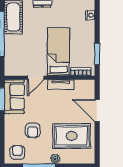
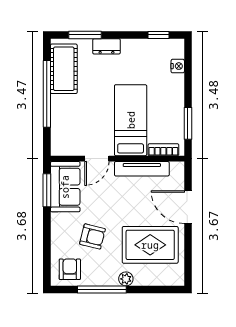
tv unit: (61, 85) -> (142, 169), width x1.41
armchair: (33, 130) -> (92, 236), turned -76

